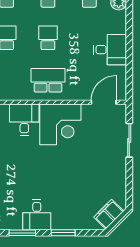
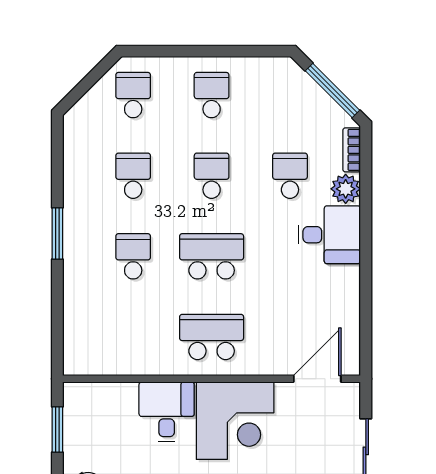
school desk: (48, 38) -> (212, 256), width x1.85
desk: (110, 50) -> (329, 235), moved

